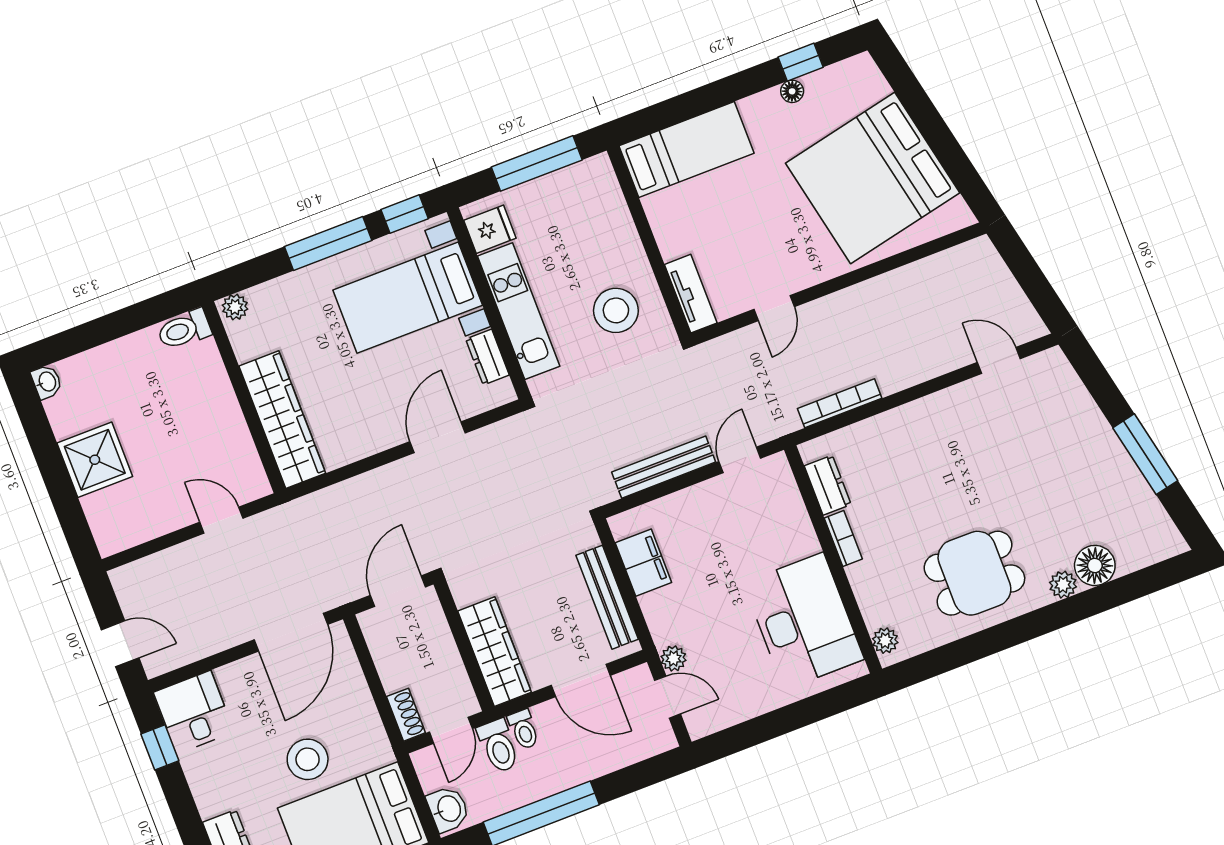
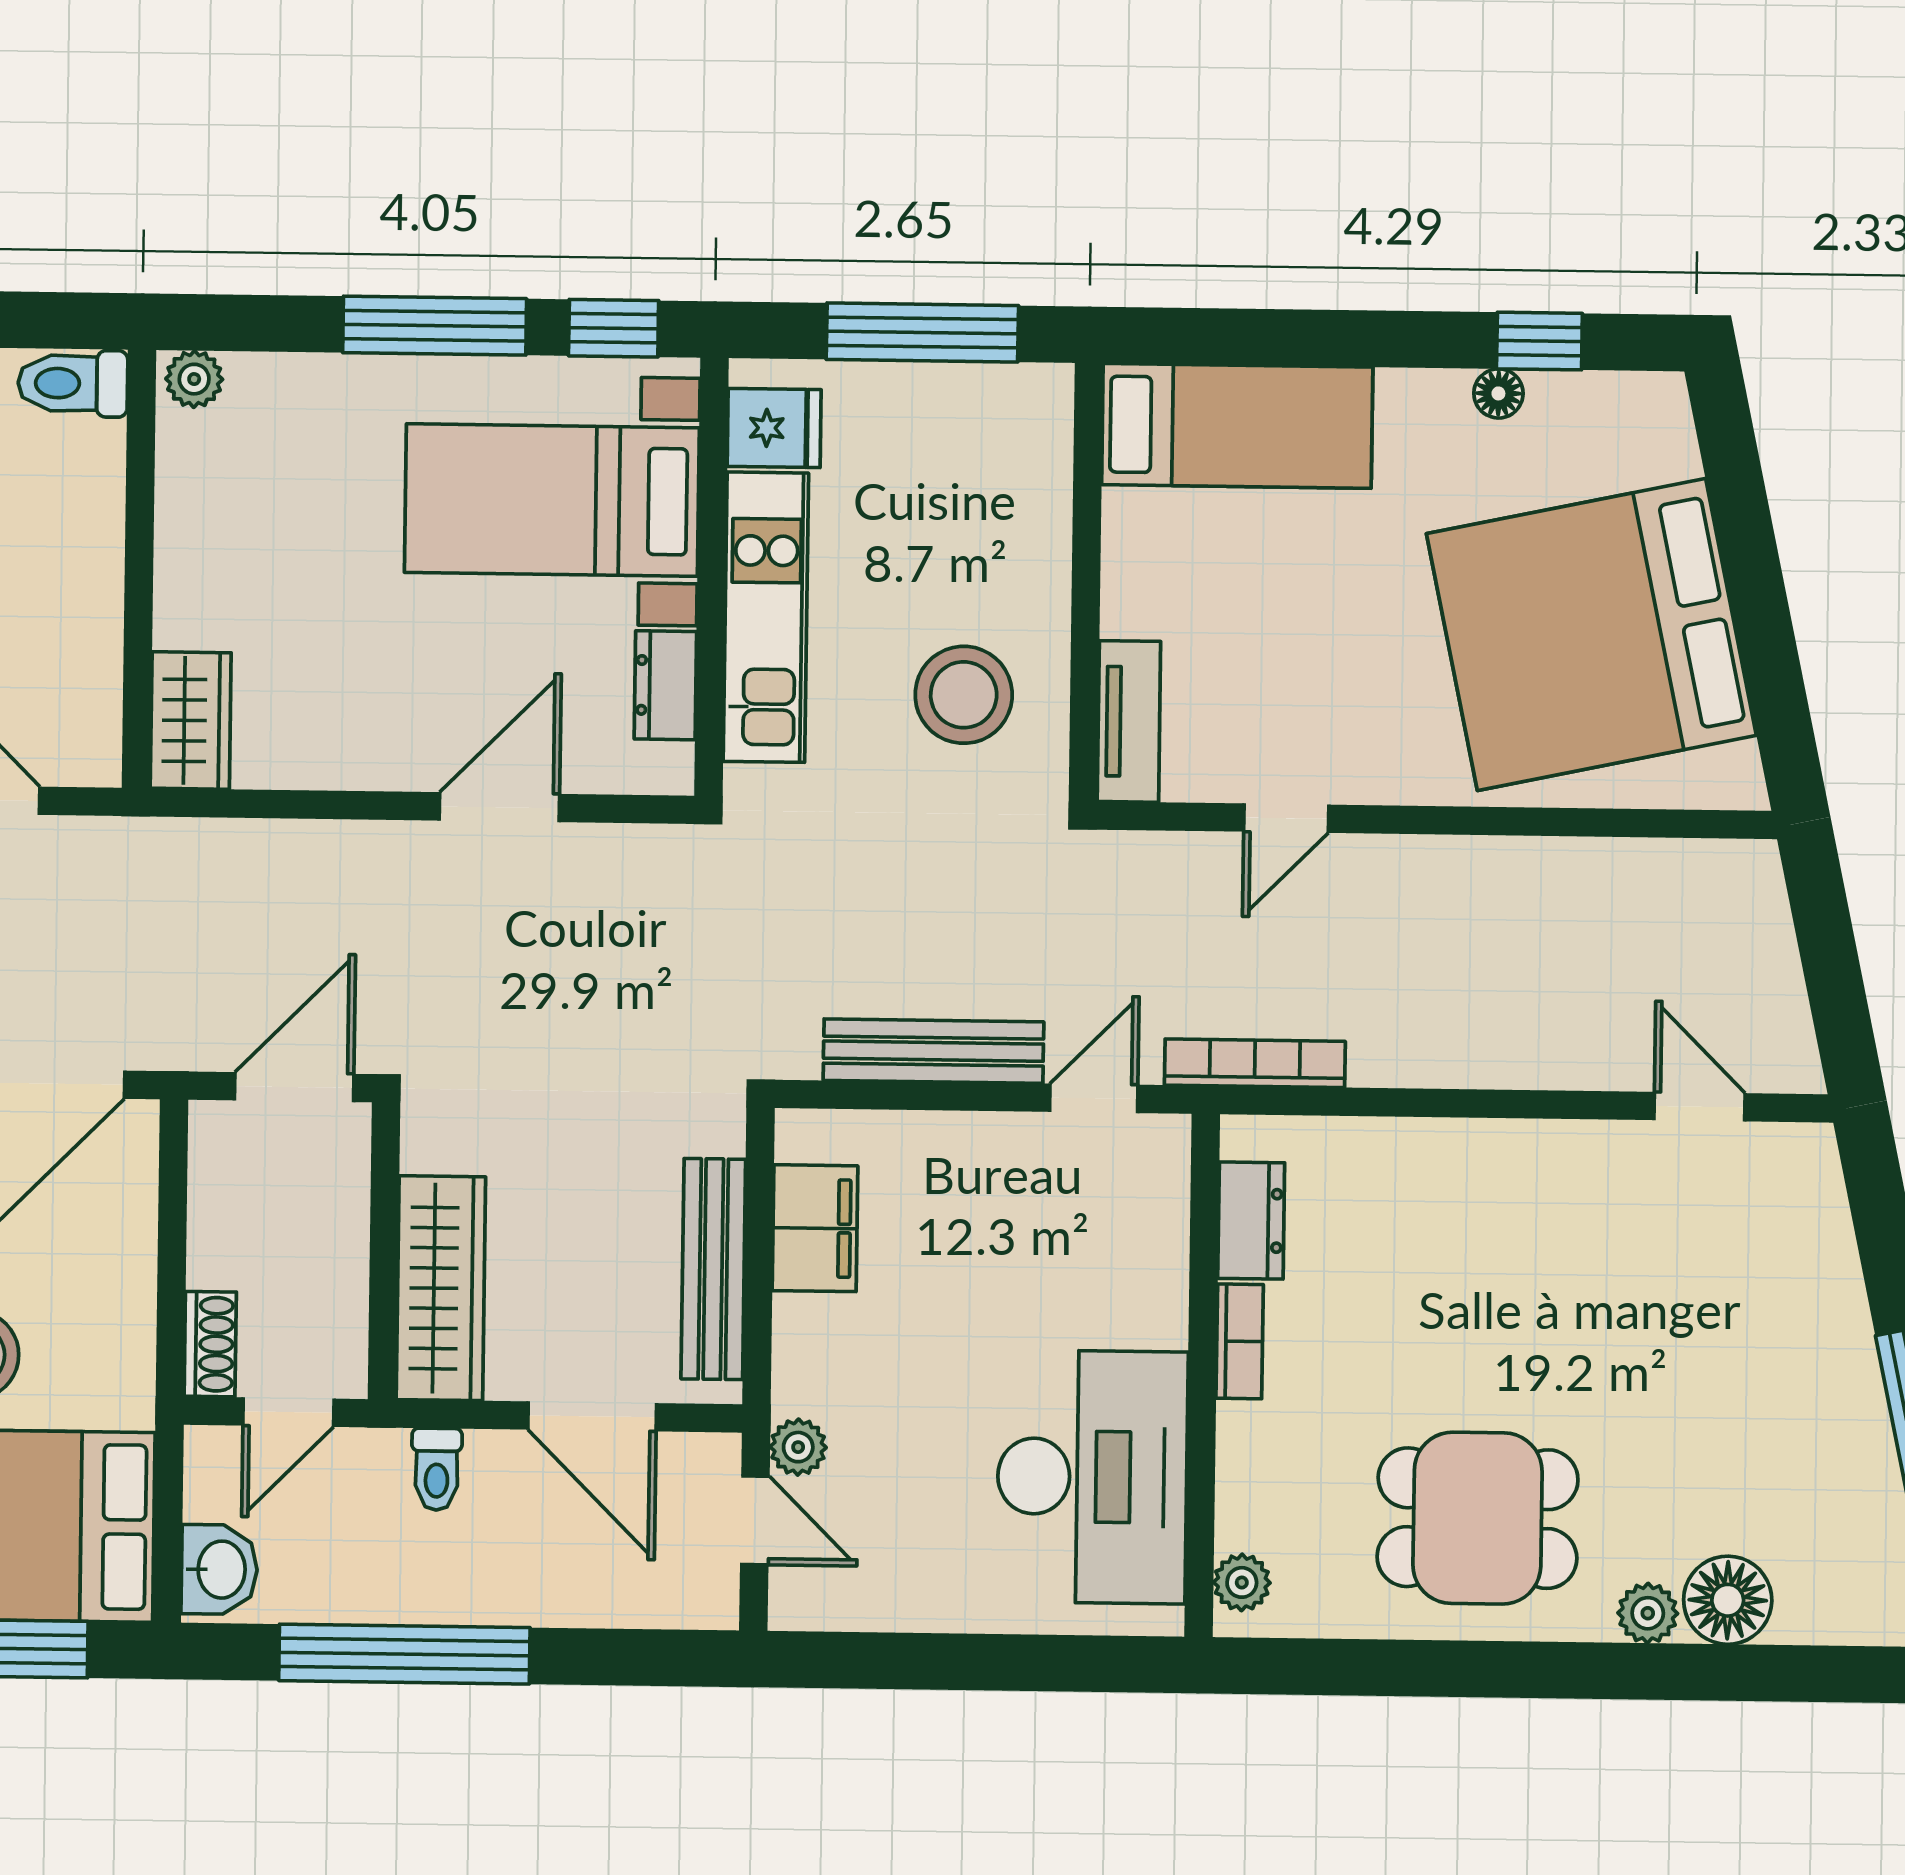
bookcase: (840, 403) -> (1255, 1063), moved
wardrobe: (282, 420) -> (191, 720), width x0.48, depth x0.85
toilet: (498, 746) -> (372, 1482), removed

